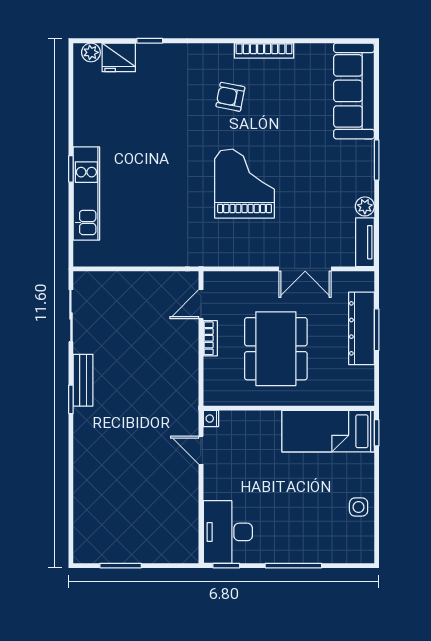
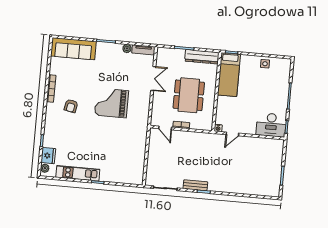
kitchen unit: (86, 194) -> (78, 173), moved
dresser: (361, 328) -> (202, 57), moved
dining table: (276, 349) -> (189, 95), turned 90

